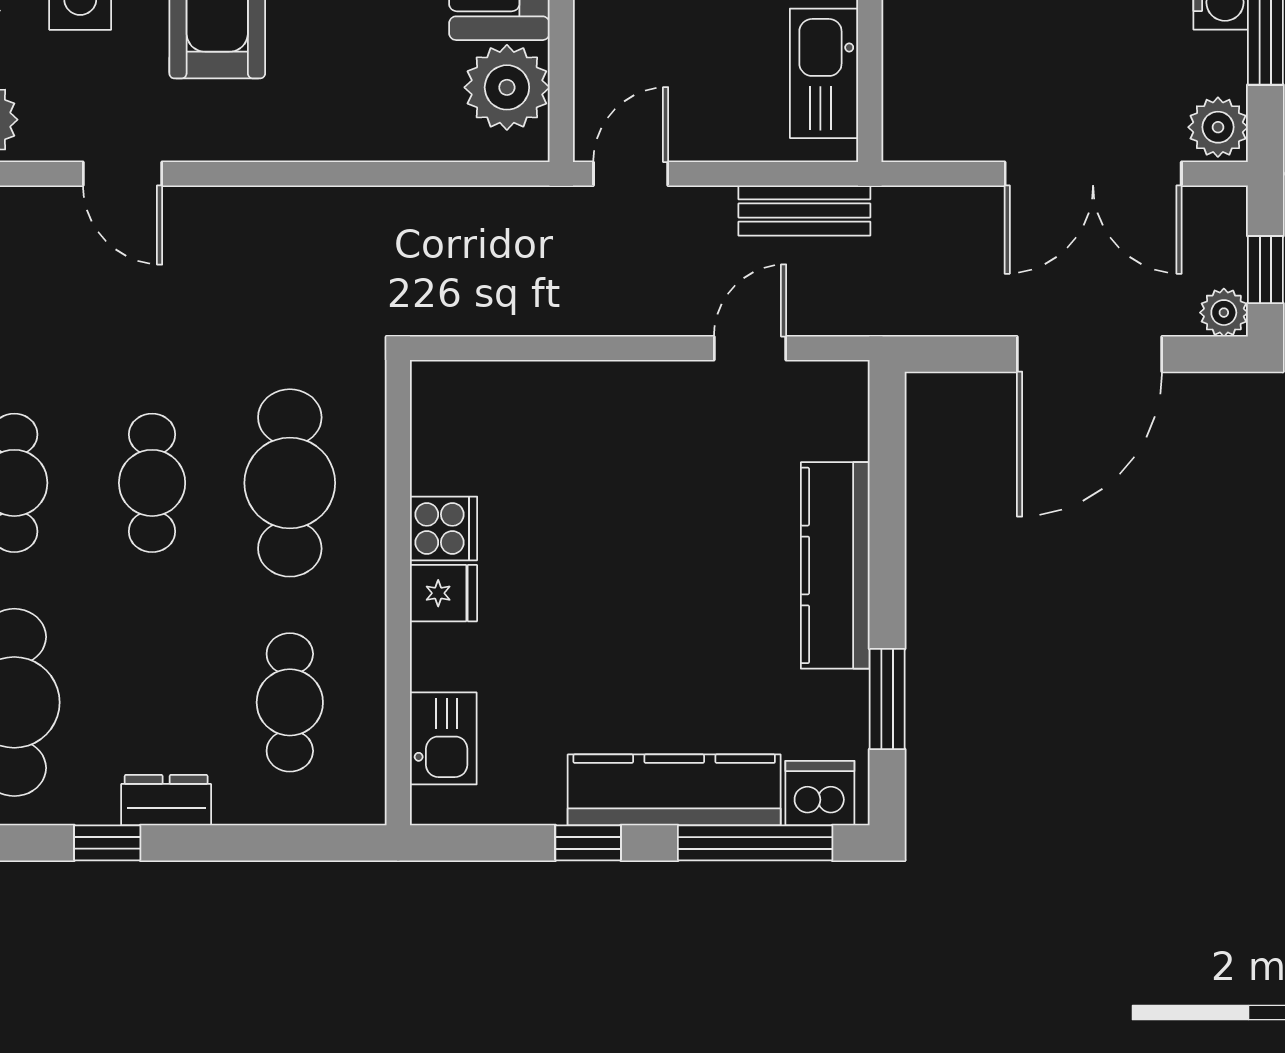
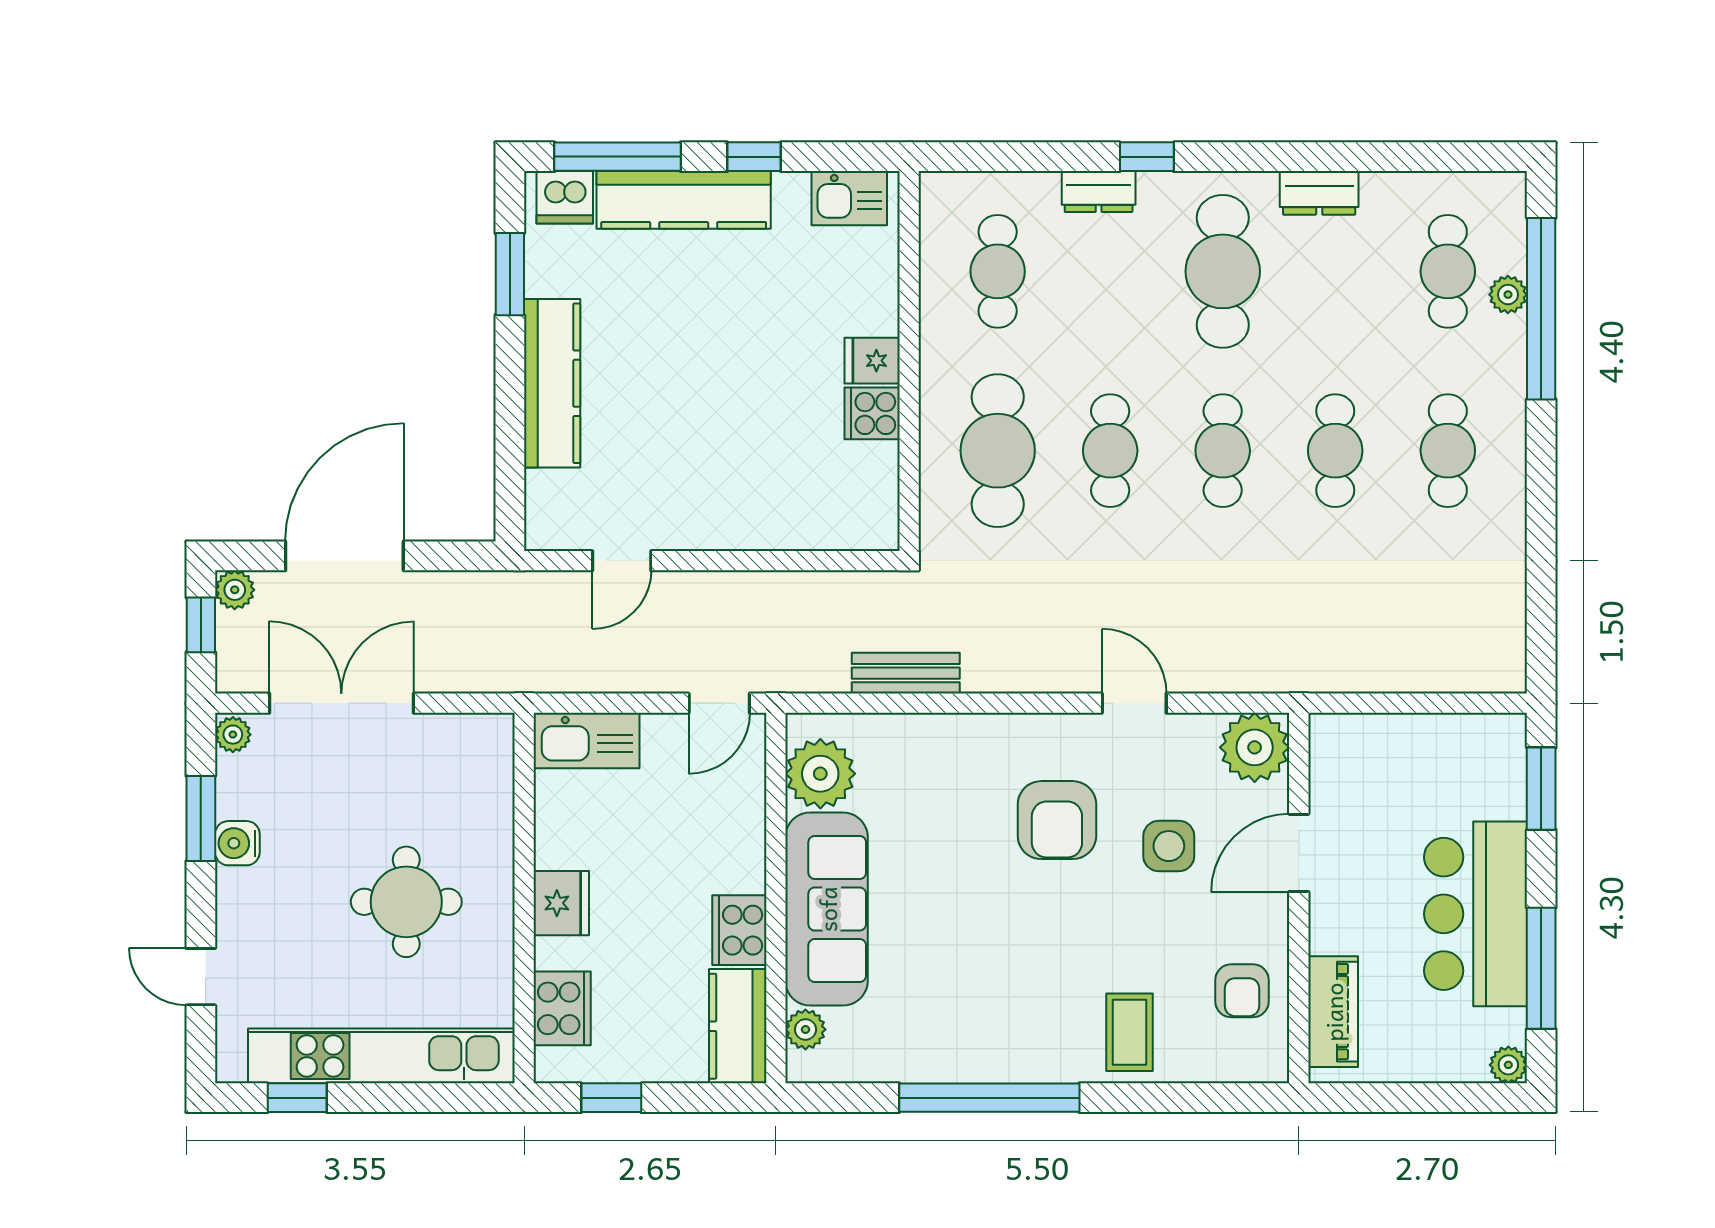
kitchen sink: (824, 73) -> (586, 741), moved, turned 90
plant: (1218, 127) -> (233, 735), width x0.73, depth x0.73
bench: (804, 210) -> (906, 673), moved
kitchen sink: (443, 738) -> (849, 198), moved, turned -90

